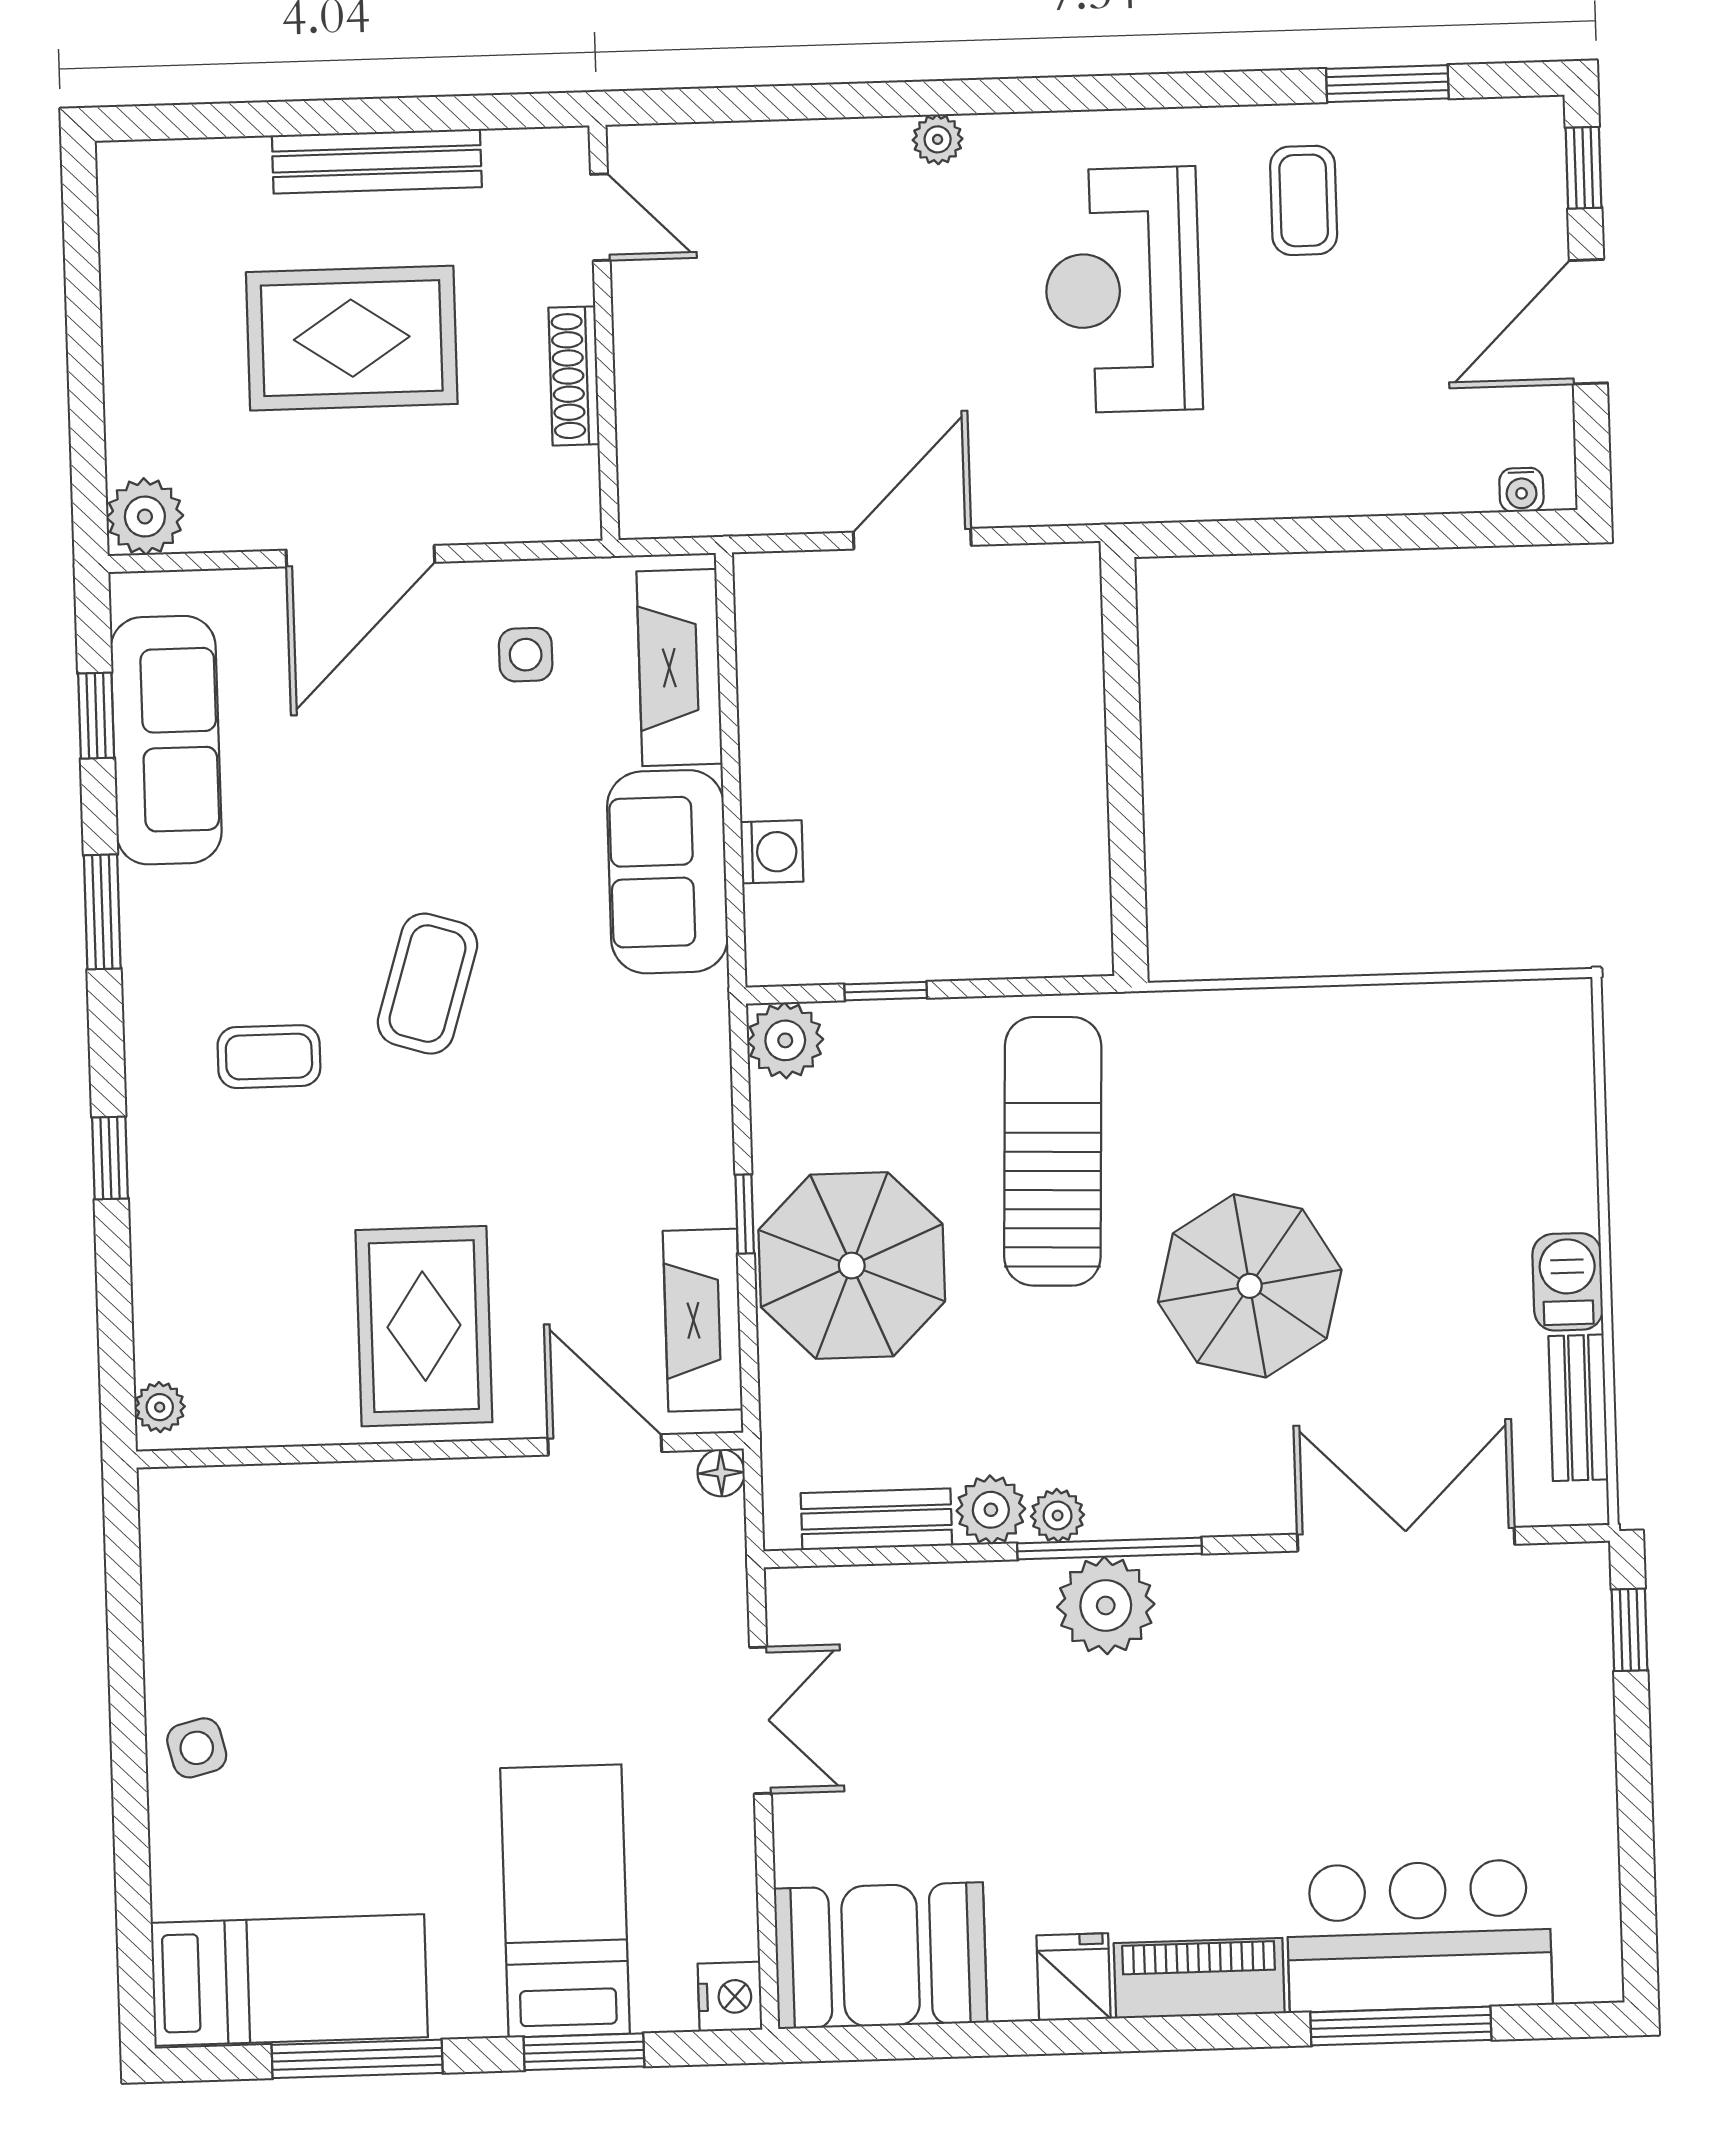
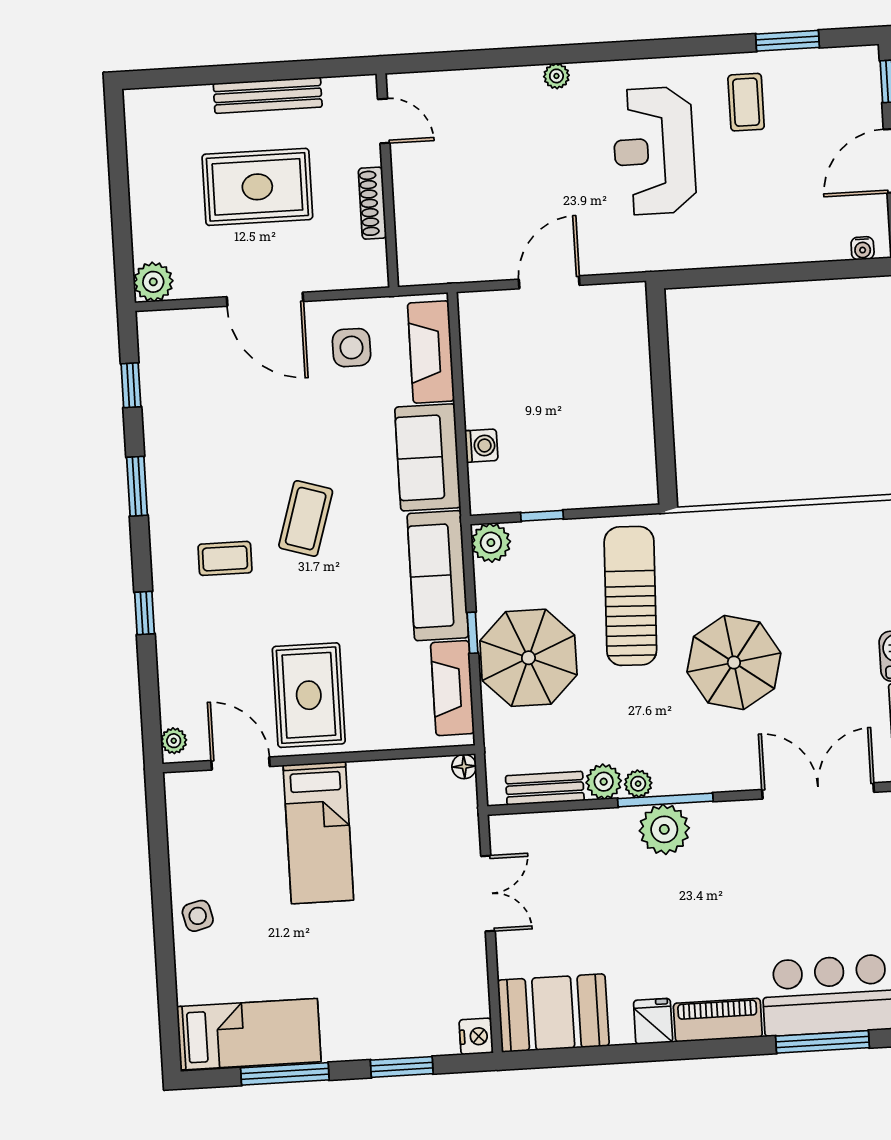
door: (360, 556) -> (265, 299), hinge flipped
side table: (526, 655) -> (352, 348), width x1.37, depth x1.37
sofa: (166, 740) -> (438, 576), moved, turned 180
door: (605, 1445) -> (240, 763), moved
bed: (565, 1901) -> (318, 833), moved, turned 180

